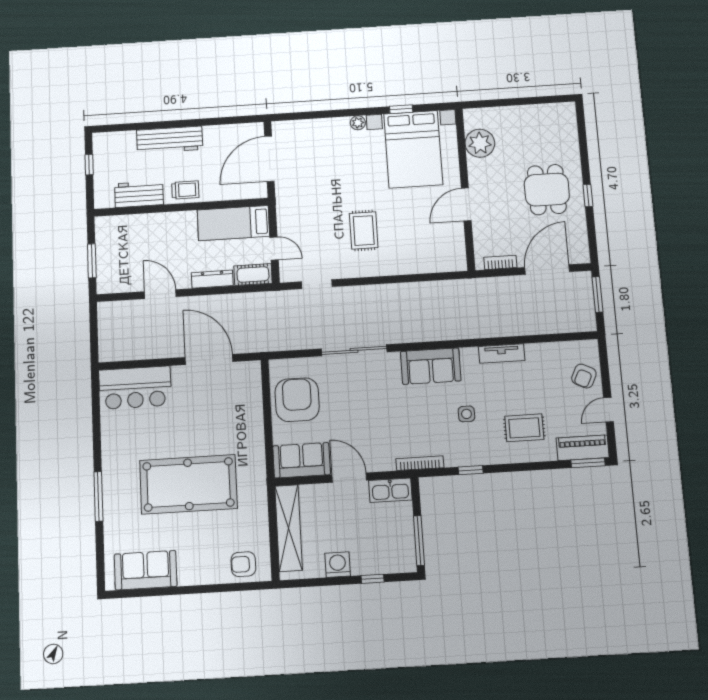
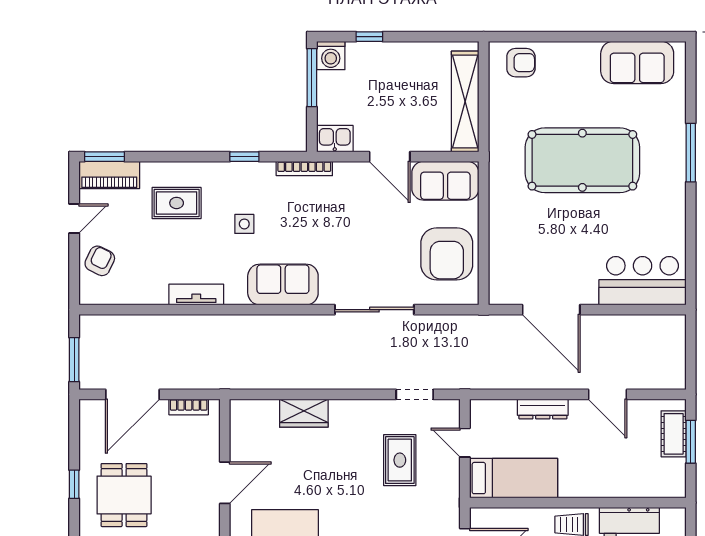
rug: (364, 231) -> (400, 460), moved
wardrobe: (406, 264) -> (304, 413), added
cot: (253, 275) -> (674, 434), moved, turned 90
kitchen sink: (390, 490) -> (335, 139), width x0.73
washing machine: (338, 565) -> (331, 55), moved

